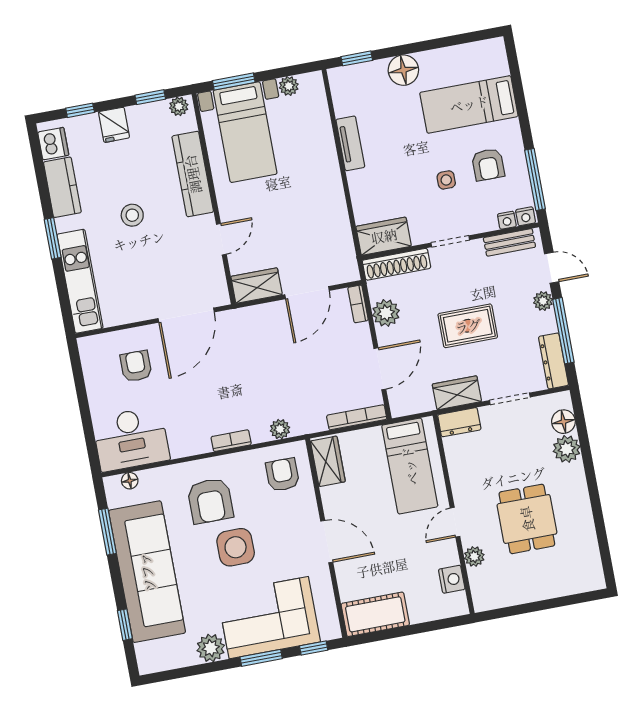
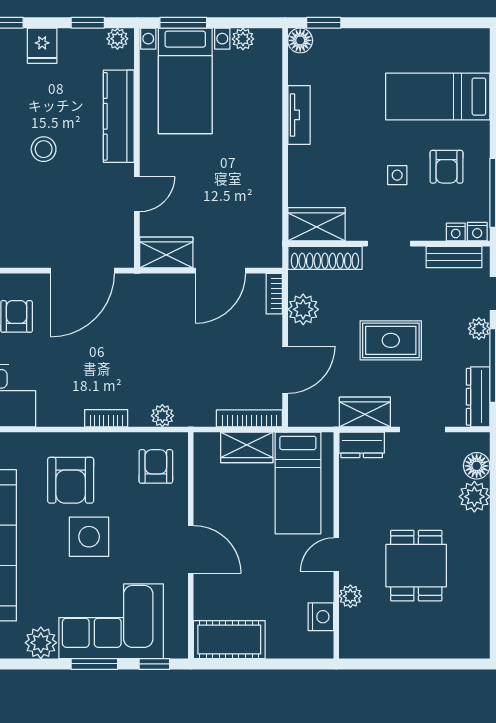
floor lamp: (403, 70) -> (300, 40), moved, width x0.73, depth x0.73
wardrobe: (328, 461) -> (247, 447), moved, turned 90

